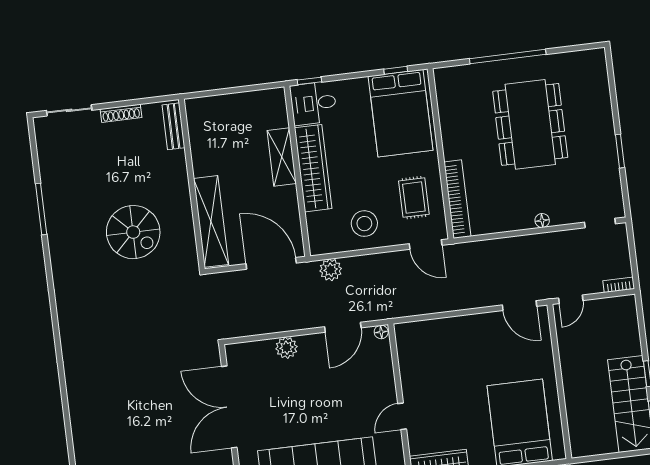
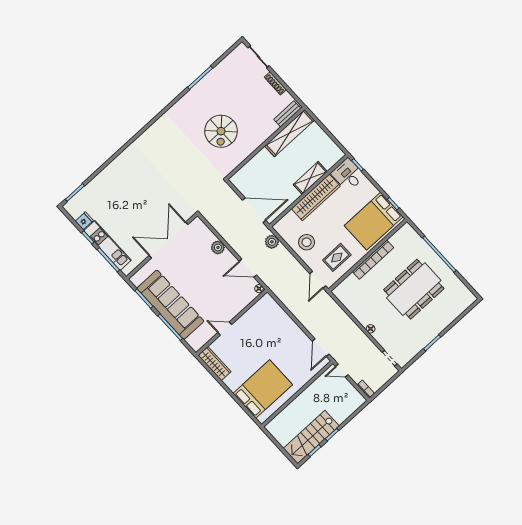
bookcase: (457, 199) -> (373, 260), moved
shelving: (211, 221) -> (290, 133), moved
door: (271, 263) -> (254, 210), hinge flipped

